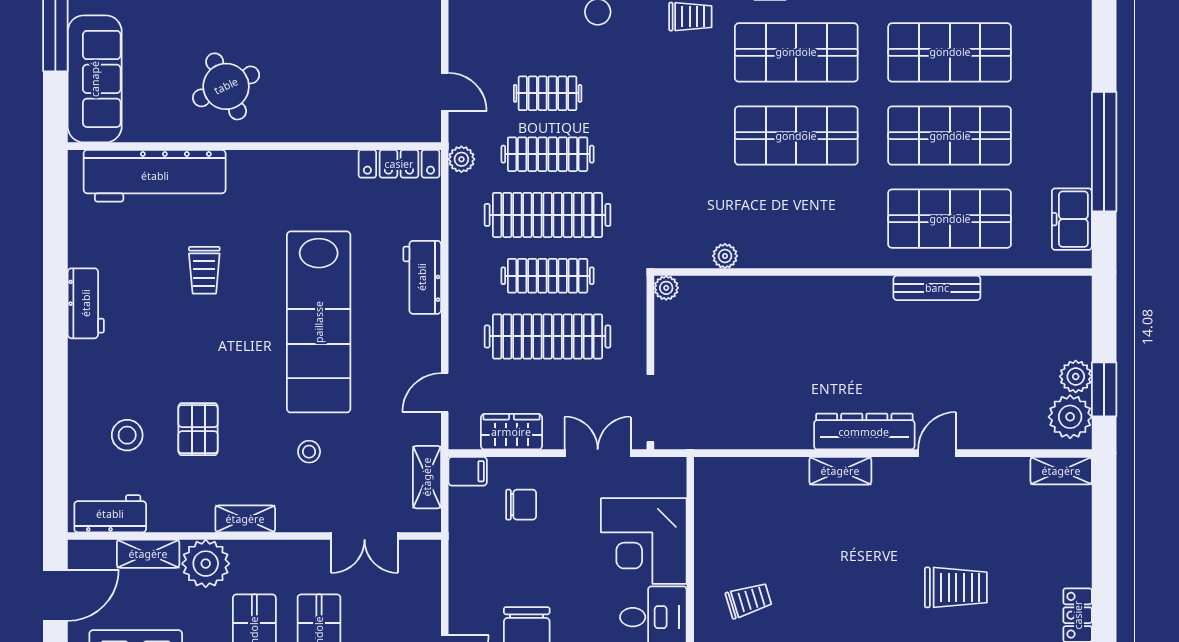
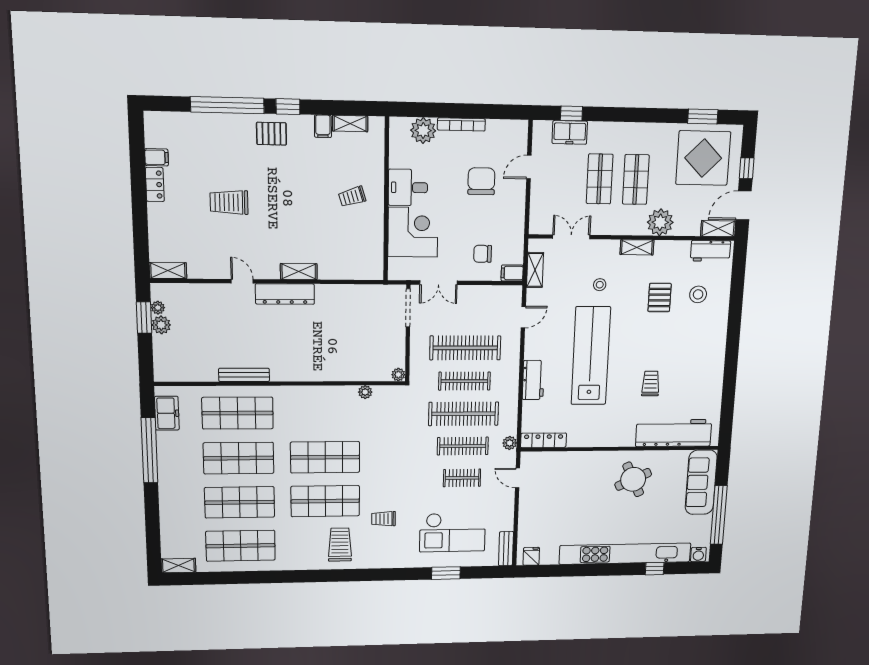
workbench: (86, 303) -> (715, 366), removed
plant: (1070, 417) -> (158, 308), width x0.53, depth x0.53
wardrobe: (511, 432) -> (487, 295), removed
door: (937, 453) -> (242, 281), swing flipped
shelving: (148, 554) -> (718, 229), moved

